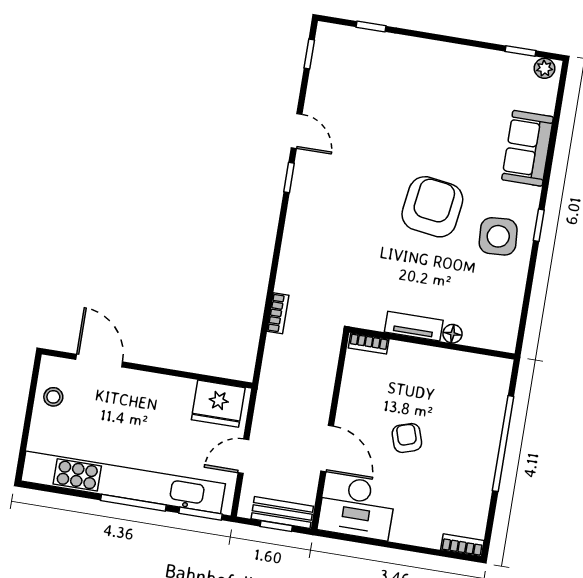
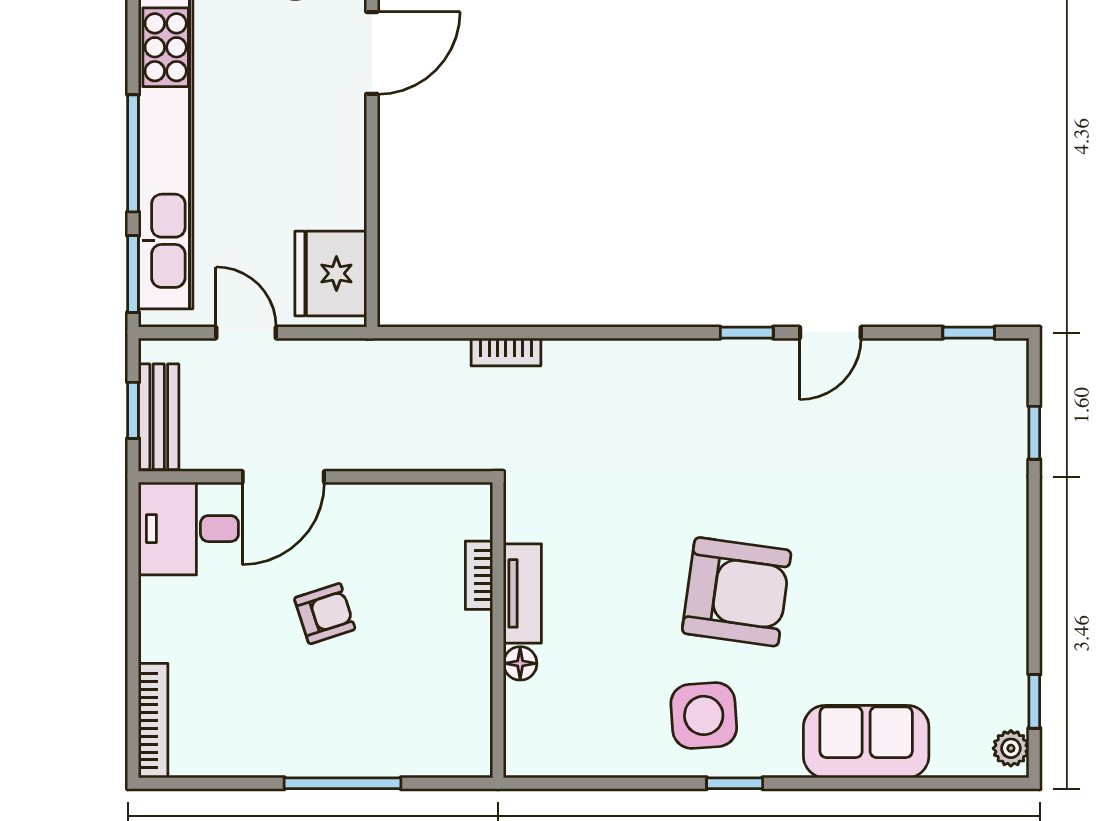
bookcase: (369, 344) -> (479, 575), moved
window: (503, 444) -> (343, 783), width x0.68
desk: (357, 508) -> (188, 529), width x0.73
bookcase: (462, 545) -> (153, 721), width x1.56

